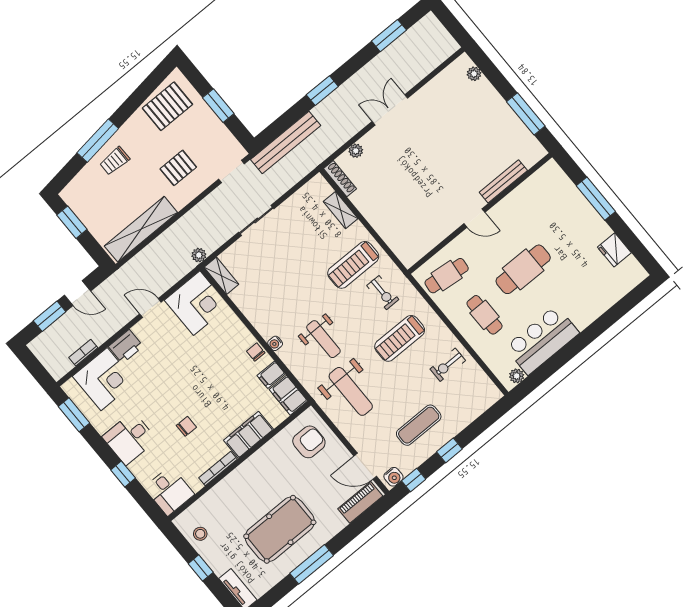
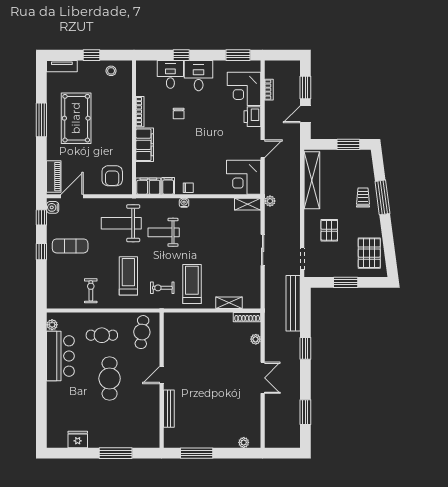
exercise mat: (419, 425) -> (70, 246), turned 90
desk: (169, 491) -> (170, 74), moved, turned 90

